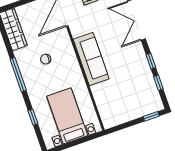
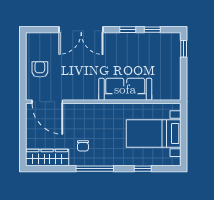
chair: (46, 59) -> (83, 146), moved
sofa: (91, 59) -> (125, 89), moved

